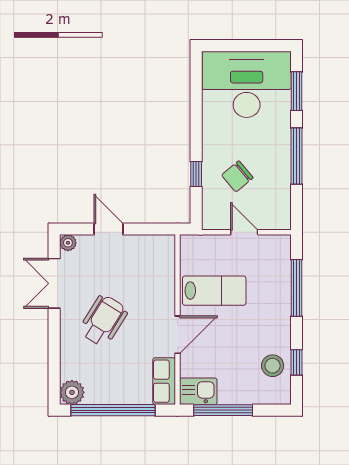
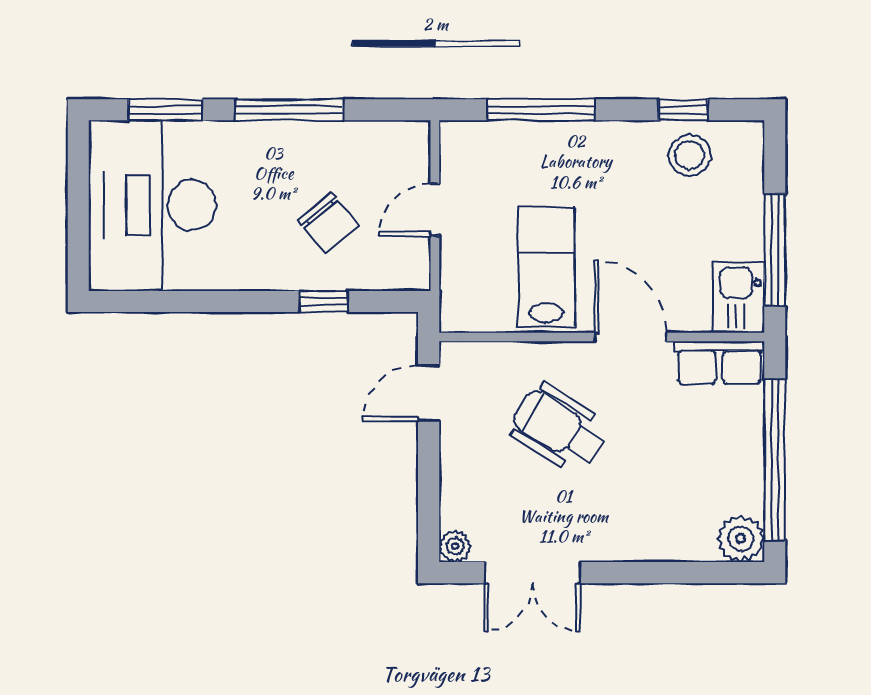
door: (109, 229) -> (429, 393), moved
wheelchair: (103, 321) -> (559, 428), moved

